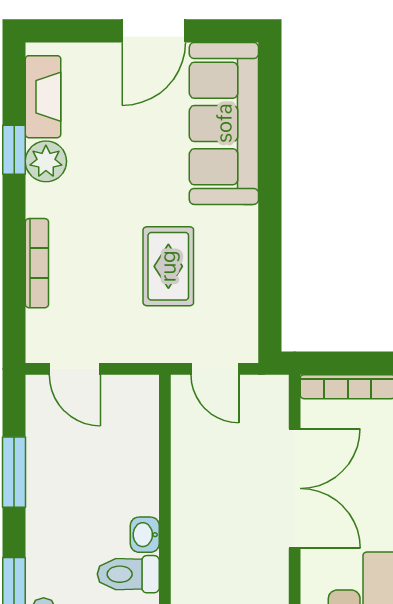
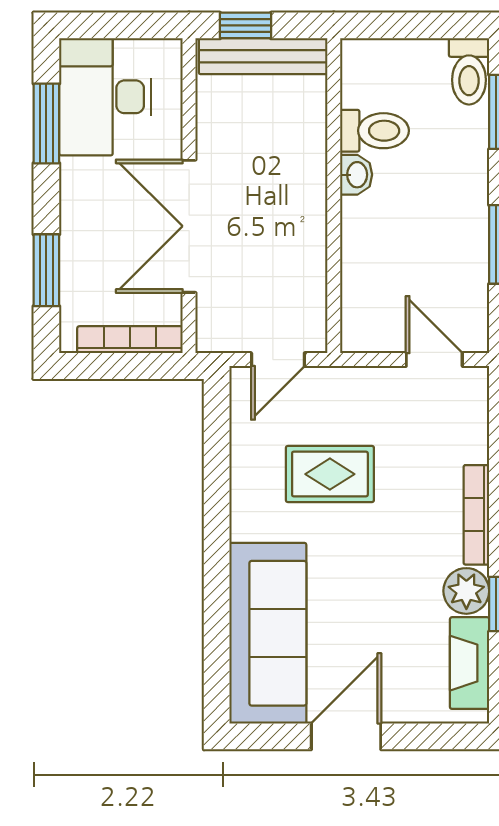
bookcase: (37, 263) -> (476, 515), moved
rug: (168, 266) -> (330, 474), turned 90
door: (215, 369) -> (278, 360), swing flipped

